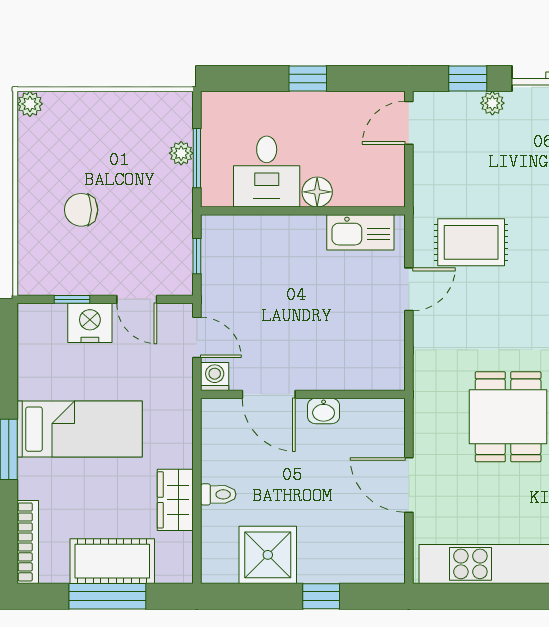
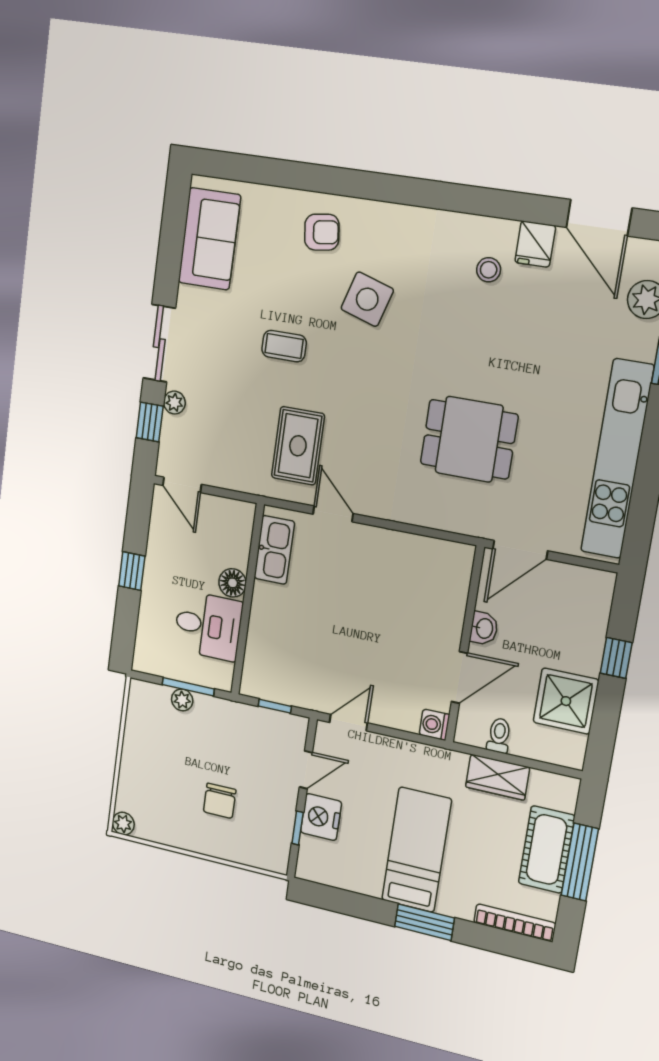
washing machine: (215, 377) -> (434, 725), moved
door: (269, 394) -> (459, 677), moved
wall: (303, 394) -> (465, 645), moved
washbasin: (324, 411) -> (484, 628), moved

